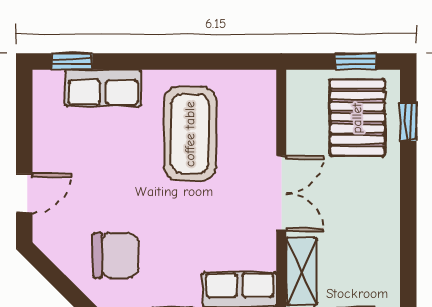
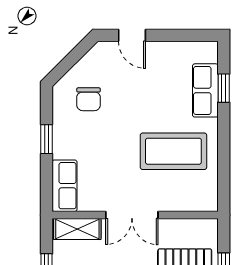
window: (72, 62) -> (224, 88), moved
chair: (116, 255) -> (89, 99), width x0.73, depth x0.73

